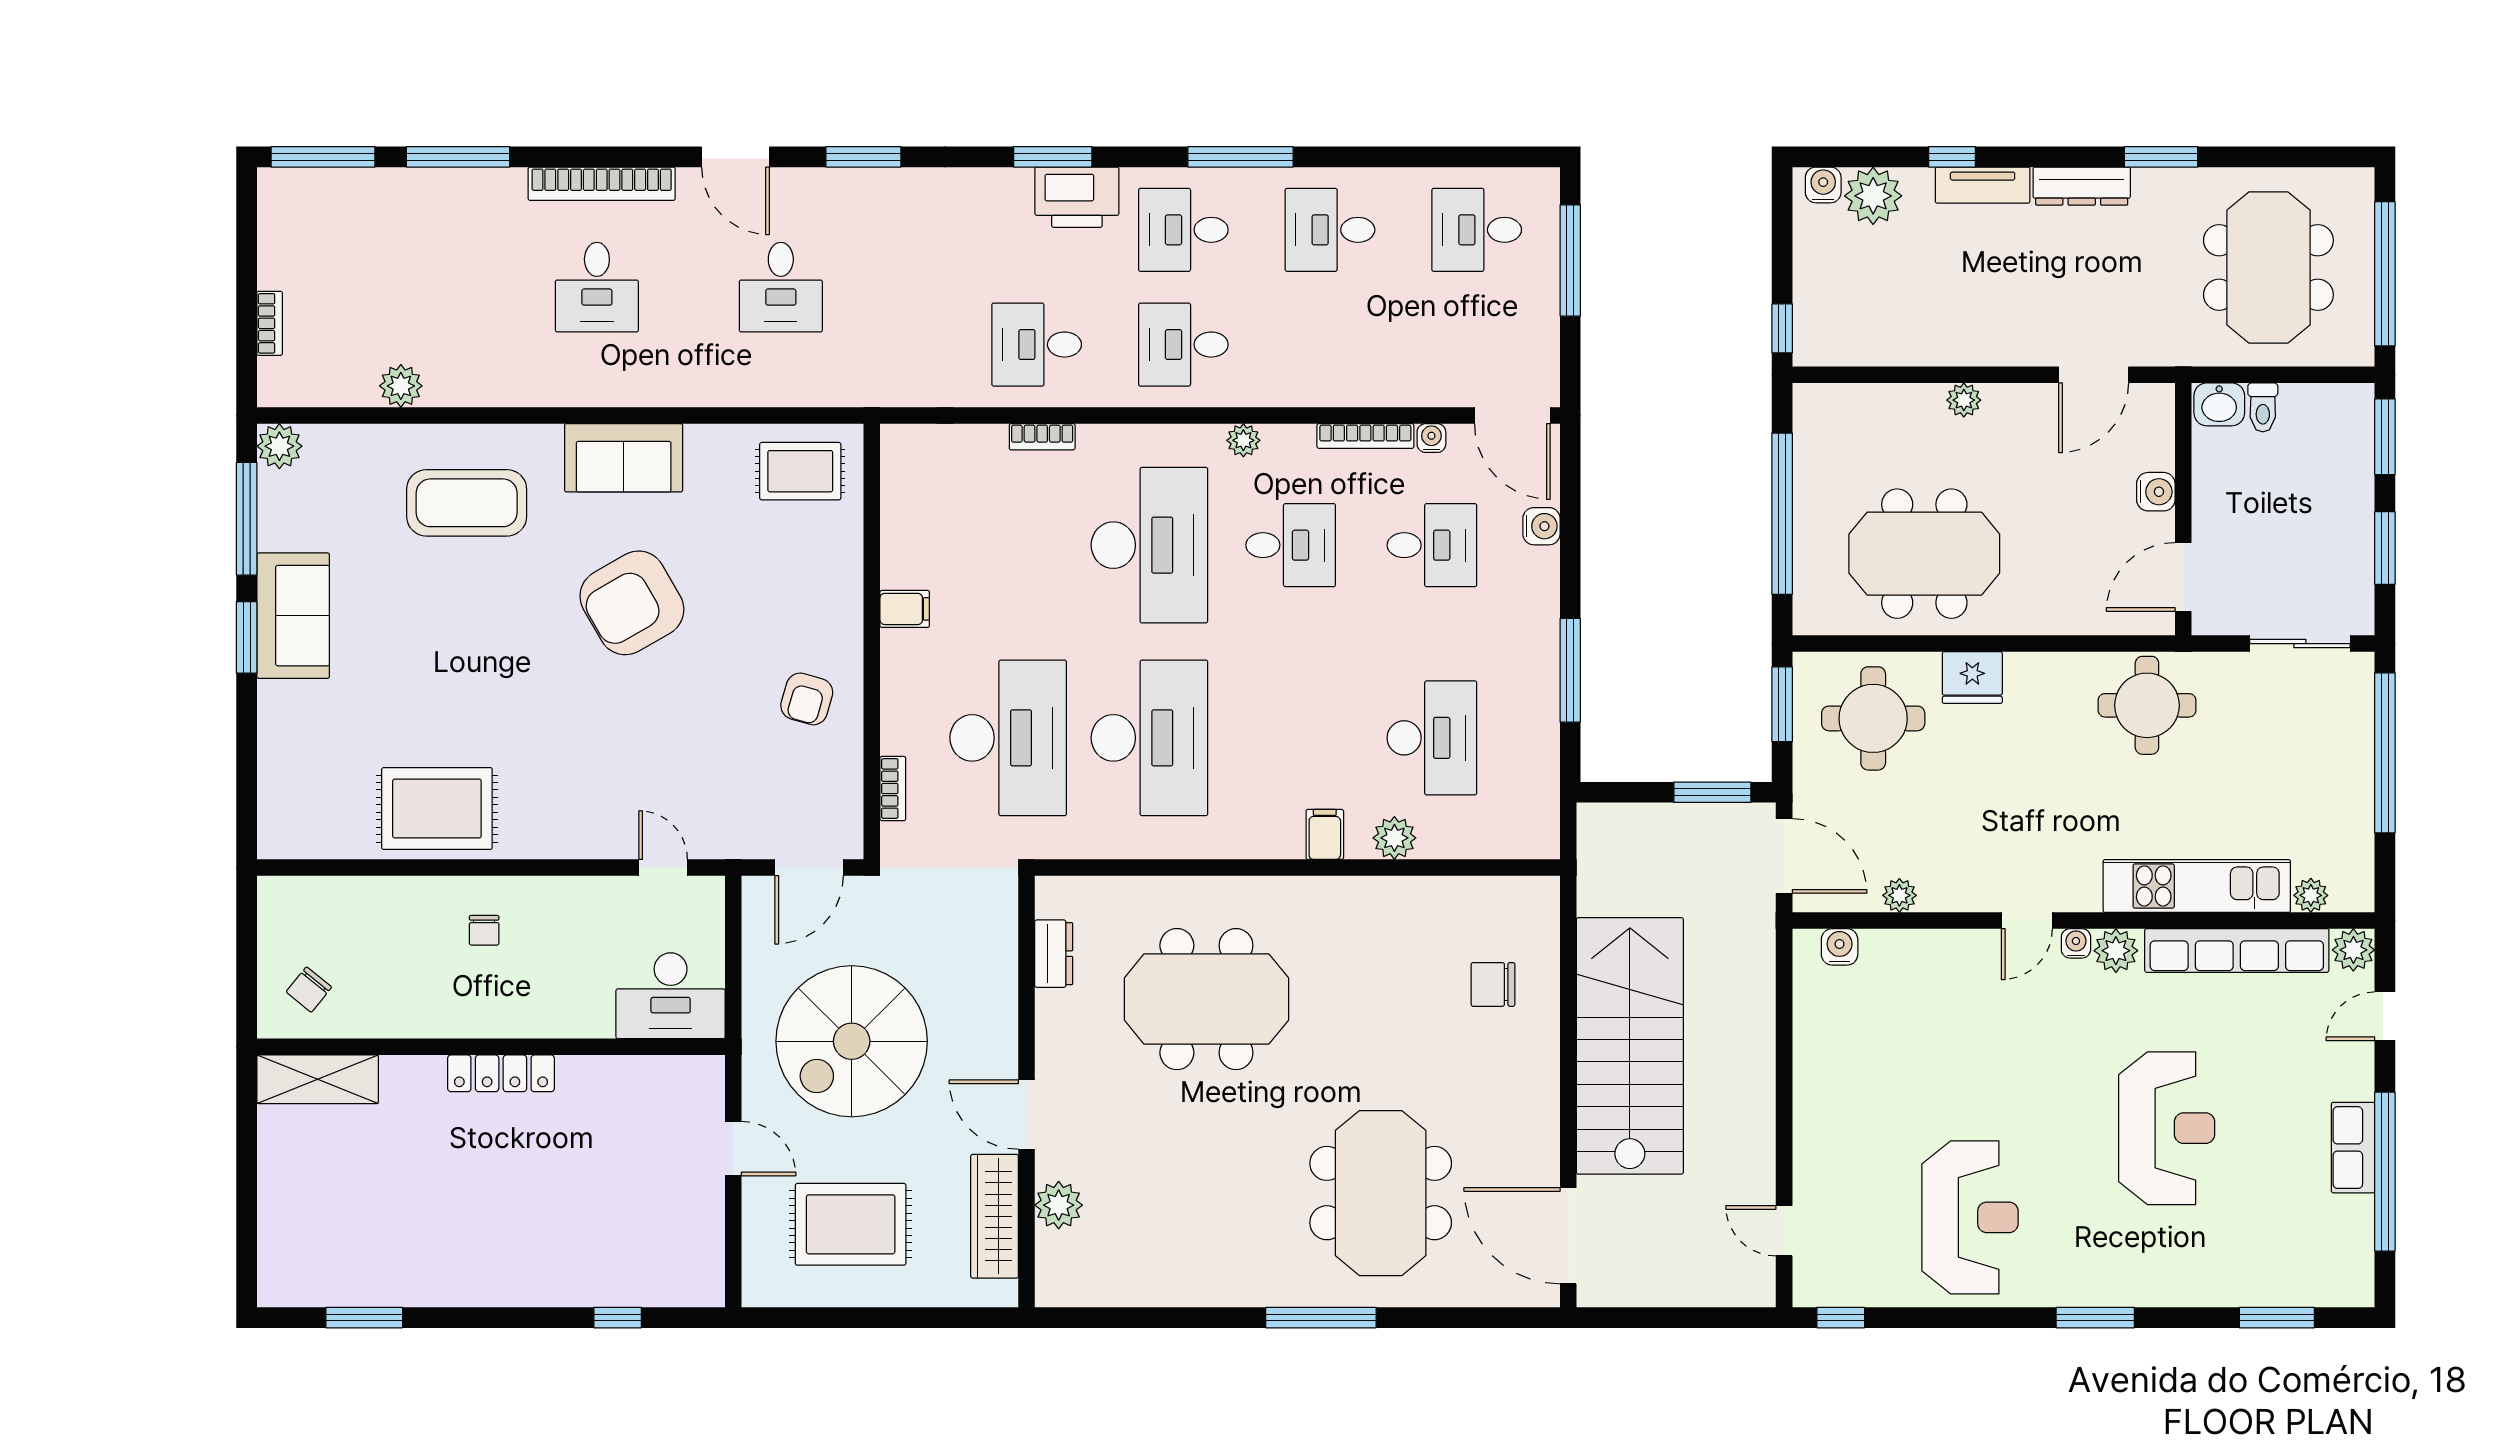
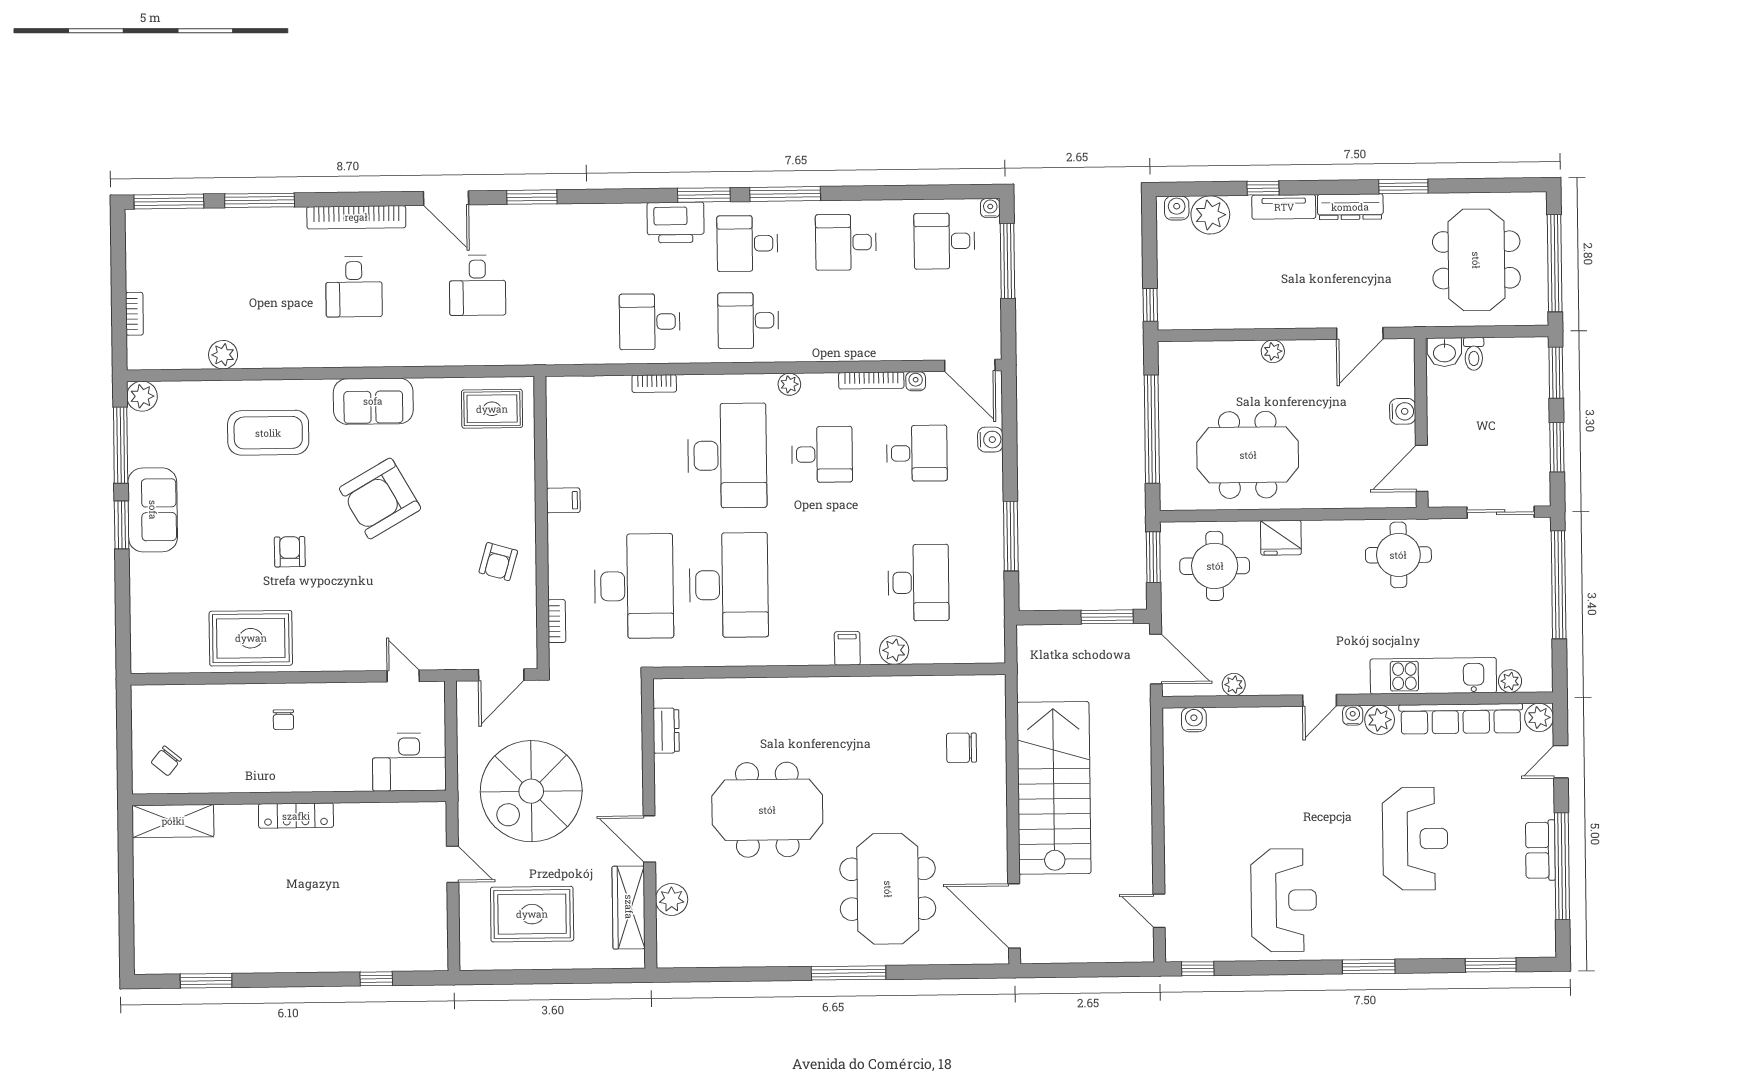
window: (1053, 157) -> (704, 195), moved
water cooler: (1546, 181) -> (990, 208), added
armchair: (497, 680) -> (290, 552), added
meeting table: (1206, 999) -> (767, 810), moved

